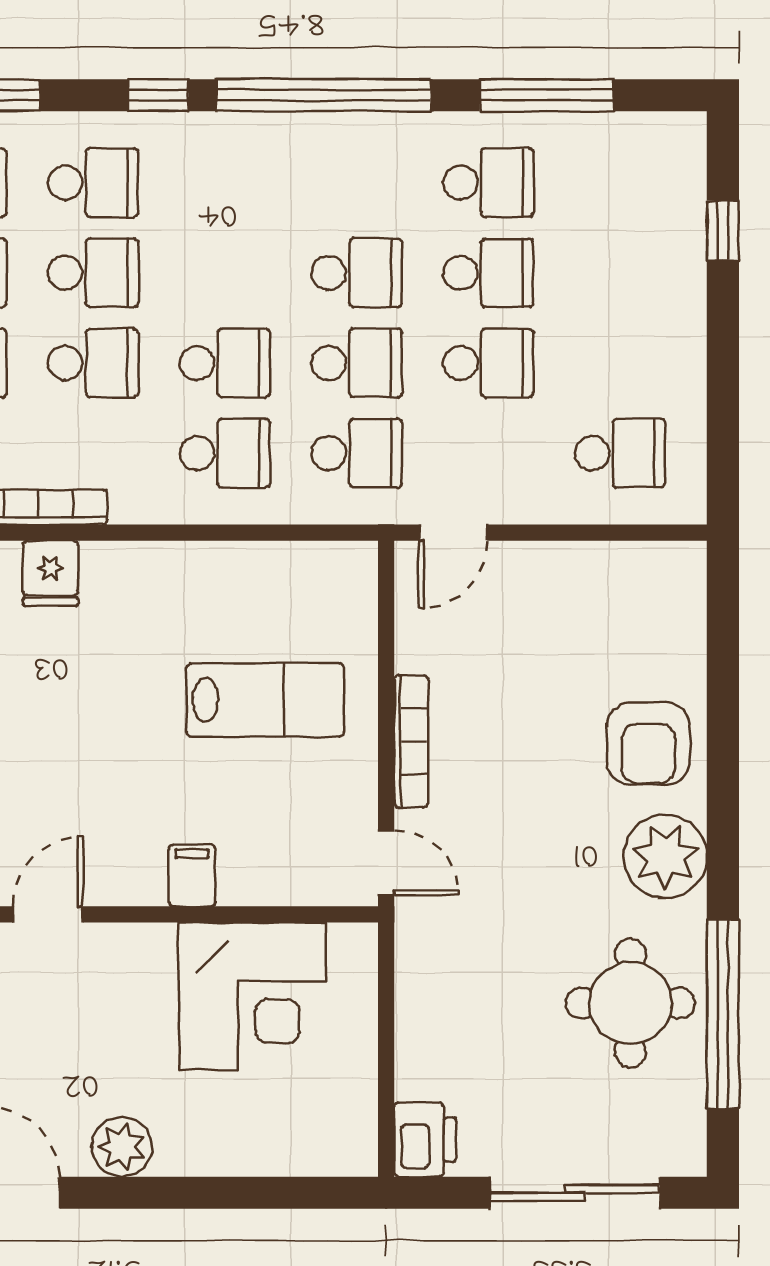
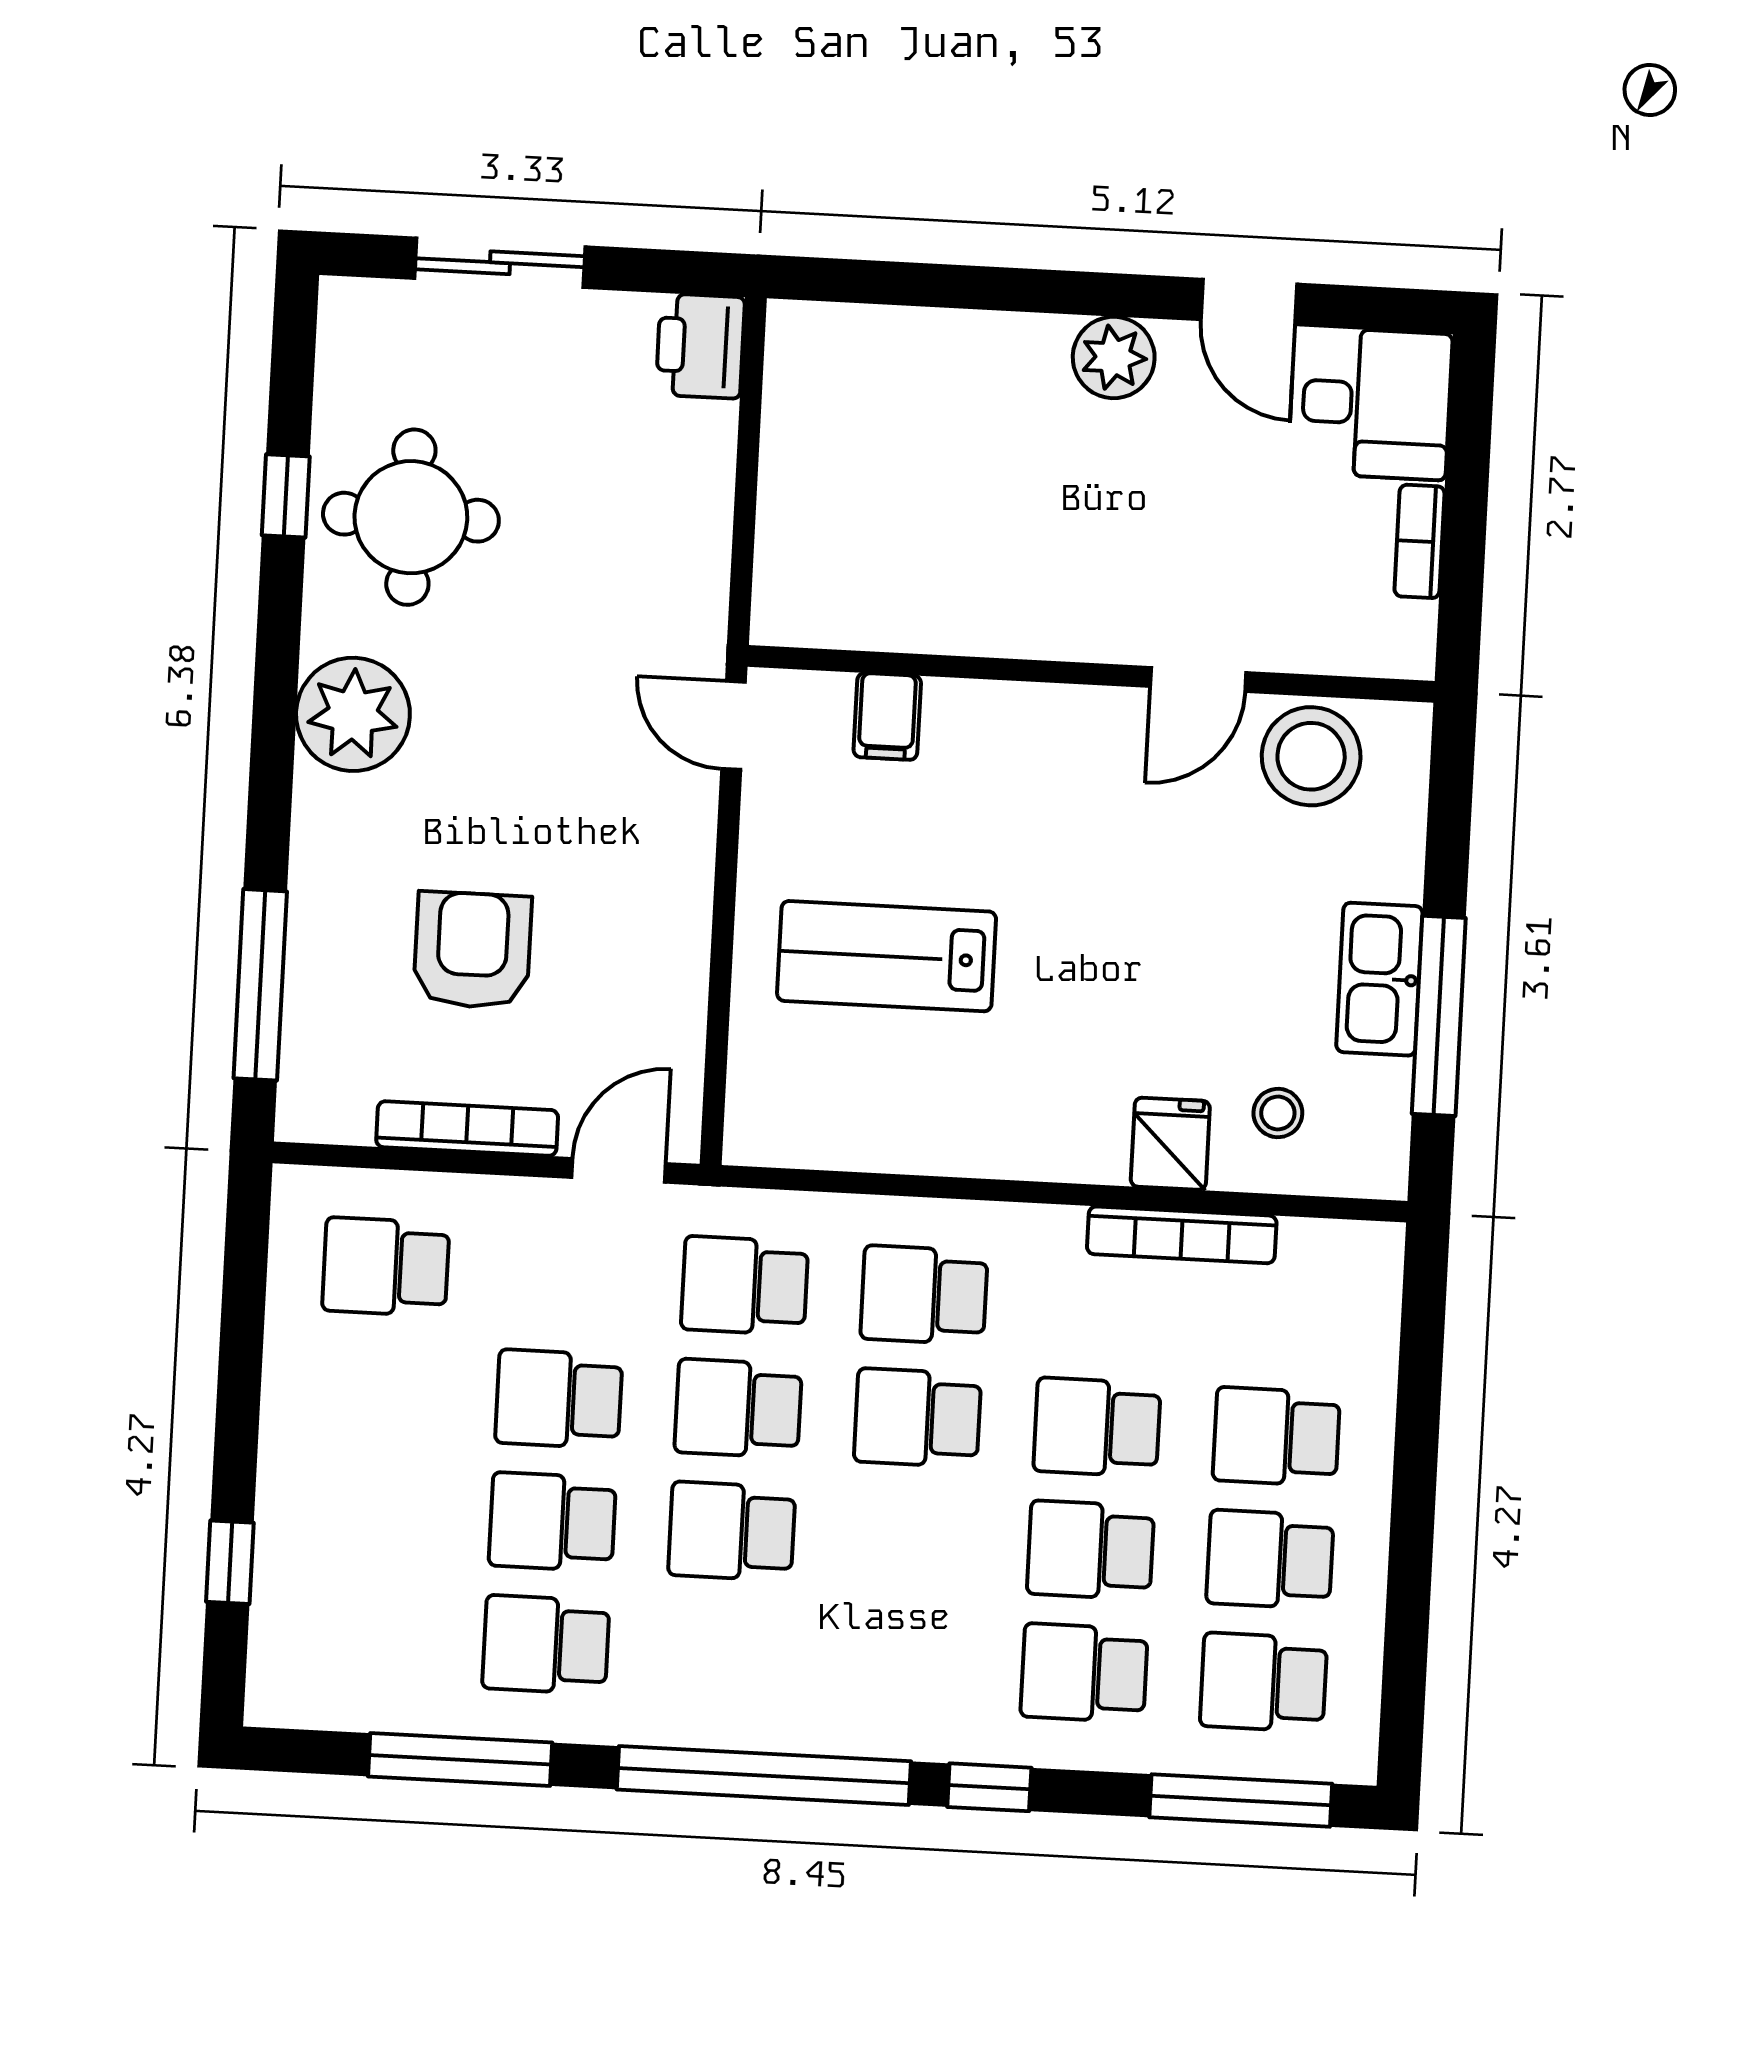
window: (723, 655) -> (260, 985), added
bookcase: (411, 741) -> (467, 1129), moved, turned 90
armchair: (648, 744) -> (472, 950), moved
filing cabinet: (192, 875) -> (887, 716), moved
corner desk: (252, 996) -> (925, 554), removed
window: (723, 1014) -> (286, 496), width x0.32
sliding door: (575, 1193) -> (500, 263), width x0.73

